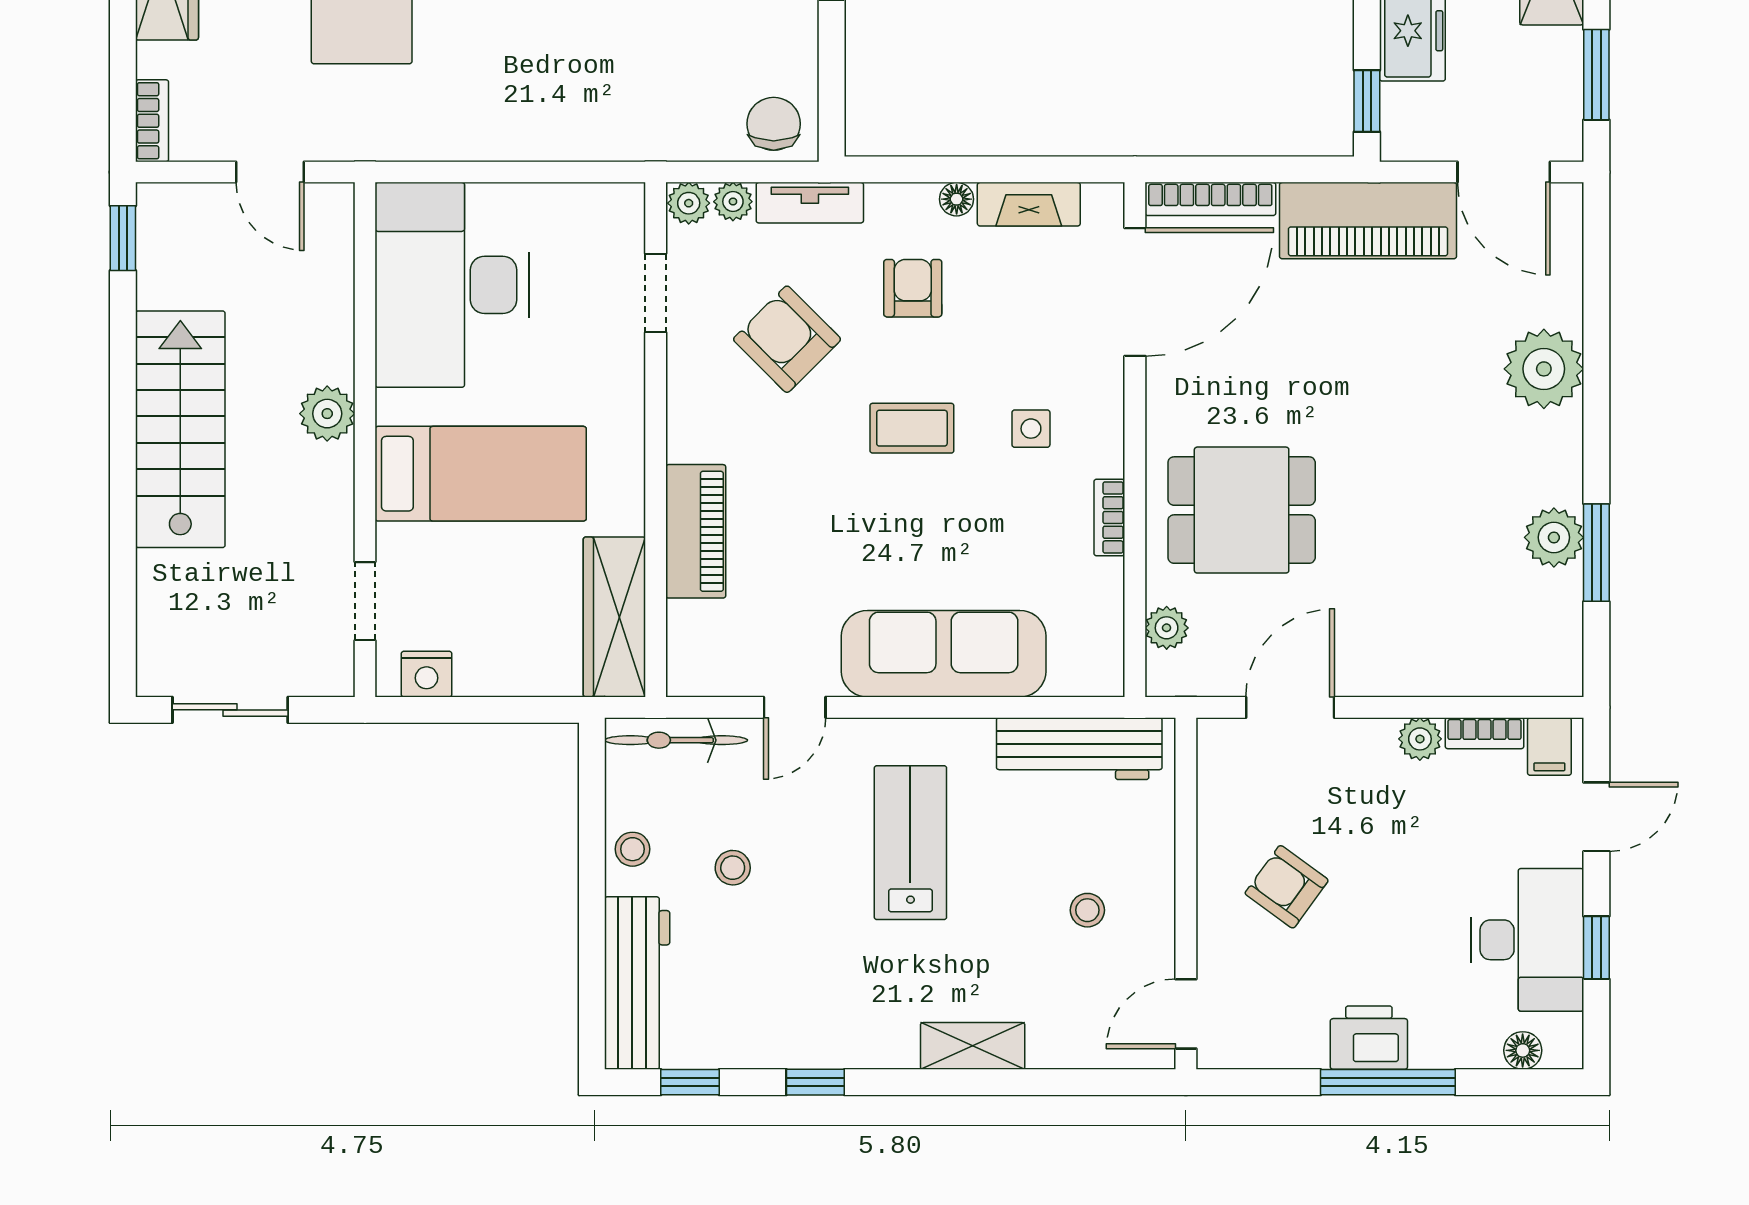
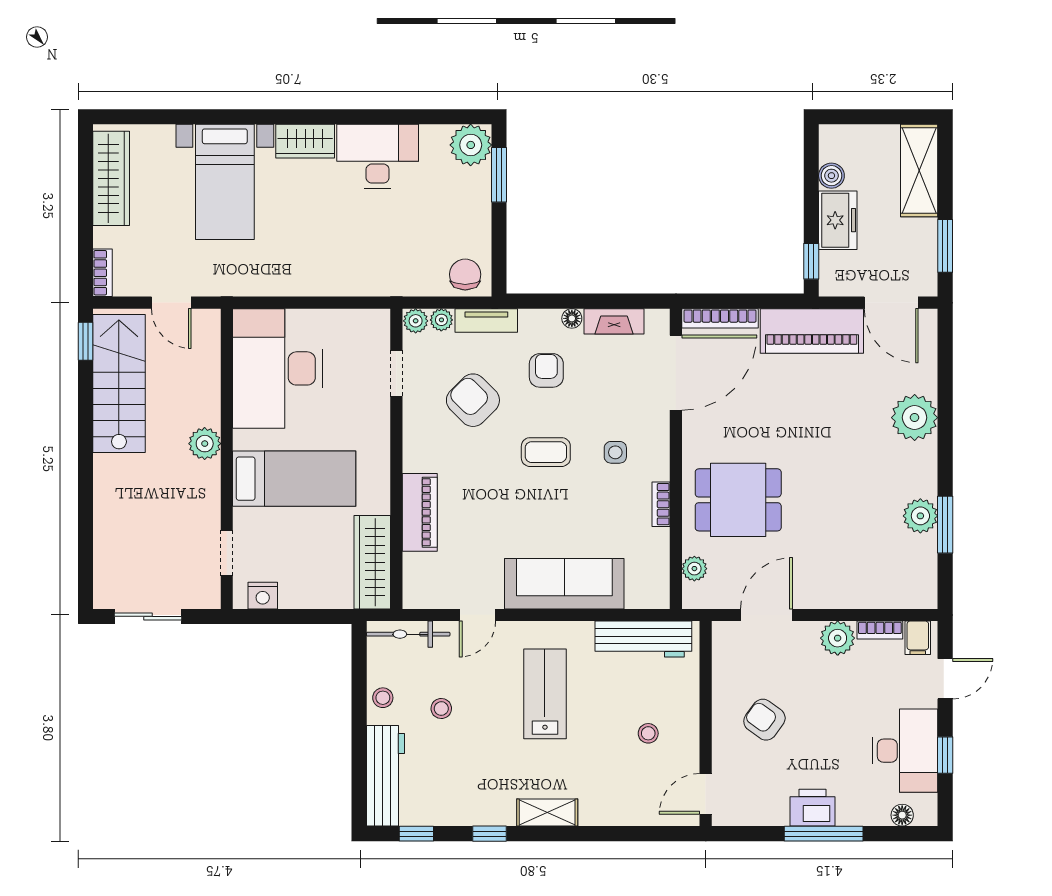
stairs: (180, 429) -> (119, 384), moved
plant: (1420, 739) -> (838, 638), width x1.38, depth x1.38
shelving: (973, 1046) -> (547, 813), moved

